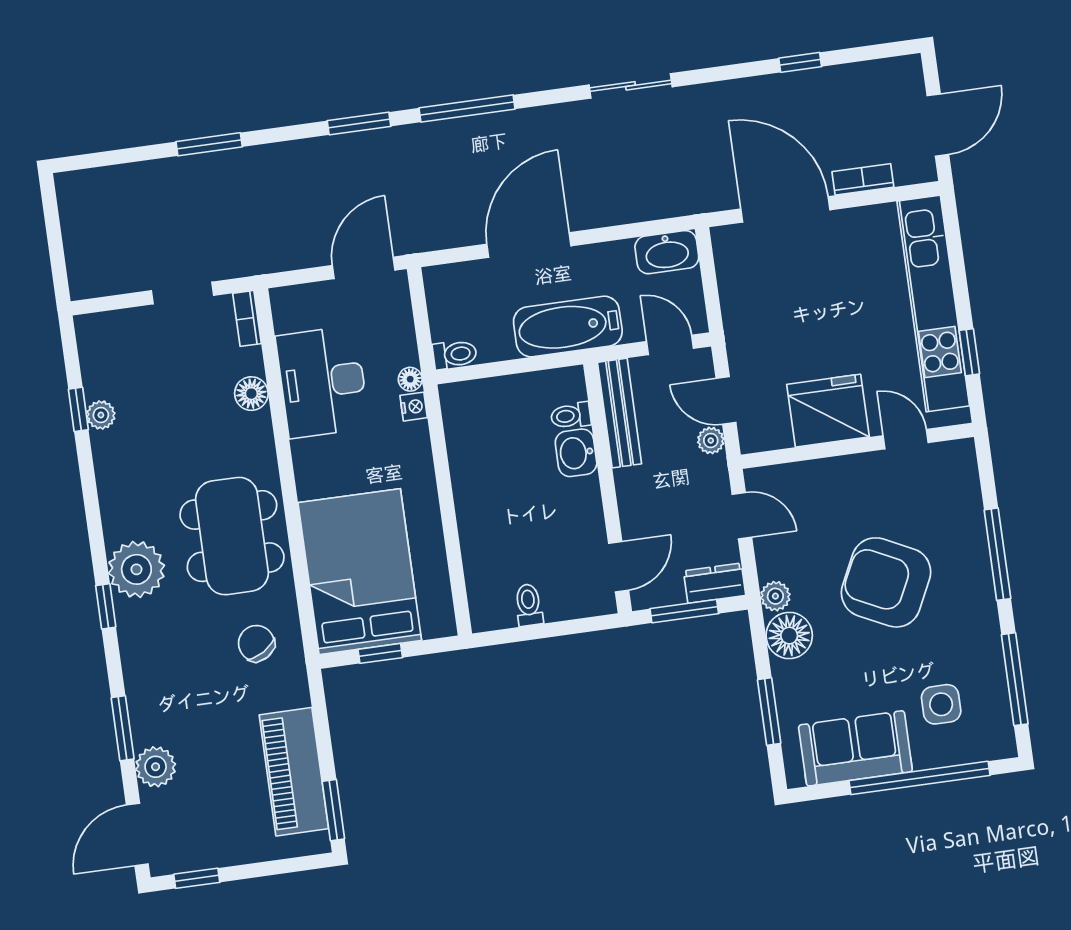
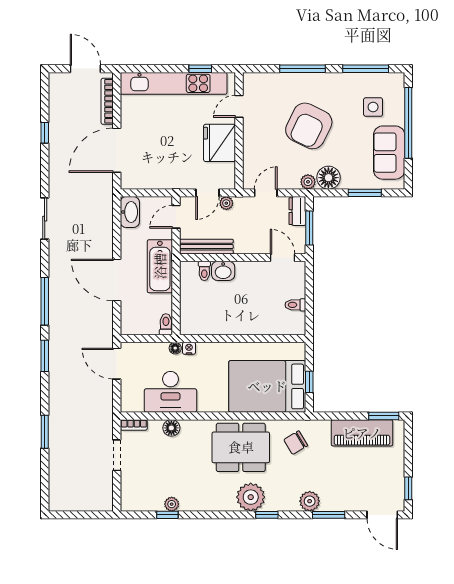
bookcase: (863, 179) -> (107, 101), width x1.56
plant: (156, 767) -> (310, 501), moved

